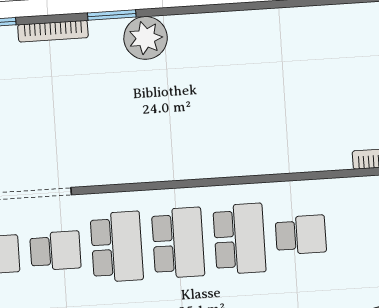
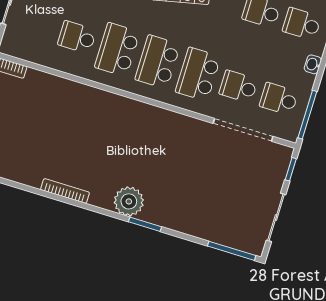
bookcase: (53, 31) -> (65, 191), moved

